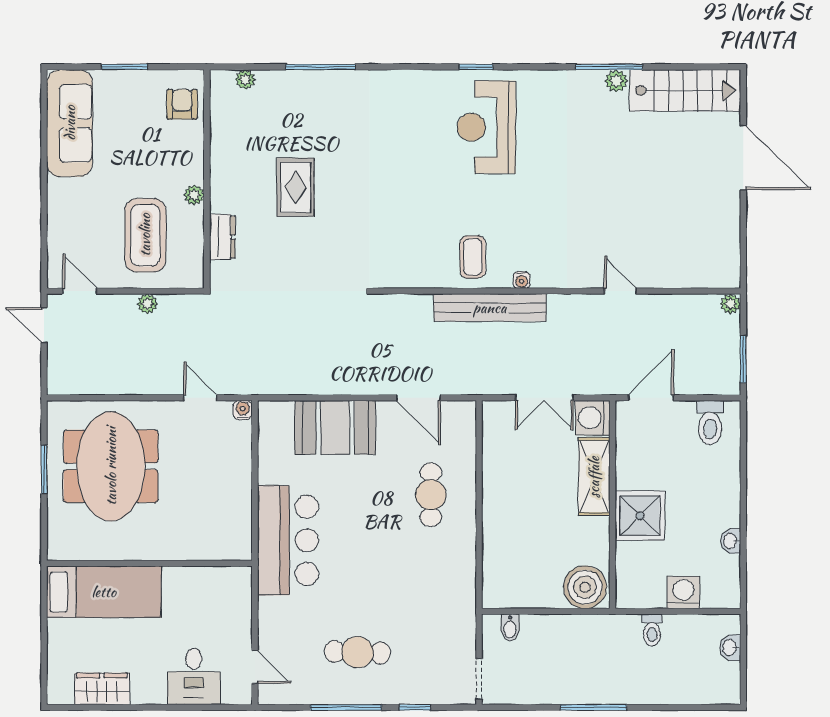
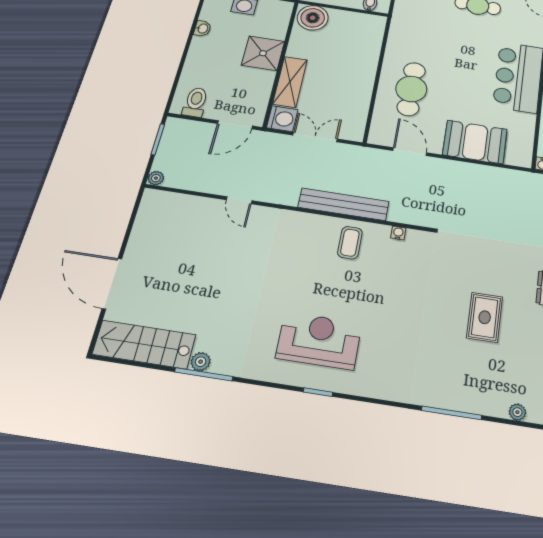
reception desk: (486, 127) -> (319, 341), turned -90
water cooler: (521, 280) -> (398, 233), moved
cafe table: (431, 495) -> (411, 89), width x1.37, depth x1.35

